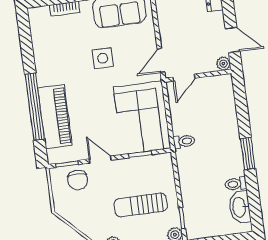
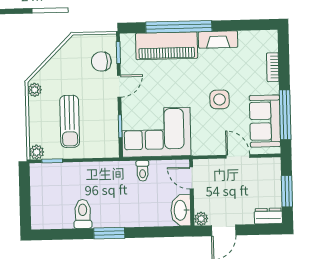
door: (161, 61) -> (238, 156), moved
fireplace: (43, 66) -> (218, 39), added
toilet: (184, 141) -> (143, 171), moved
toilet: (236, 184) -> (83, 214), width x1.37, depth x1.39
sun lounger: (141, 205) -> (70, 121), turned 180
washbasin: (240, 207) -> (181, 210), moved, turned -90

